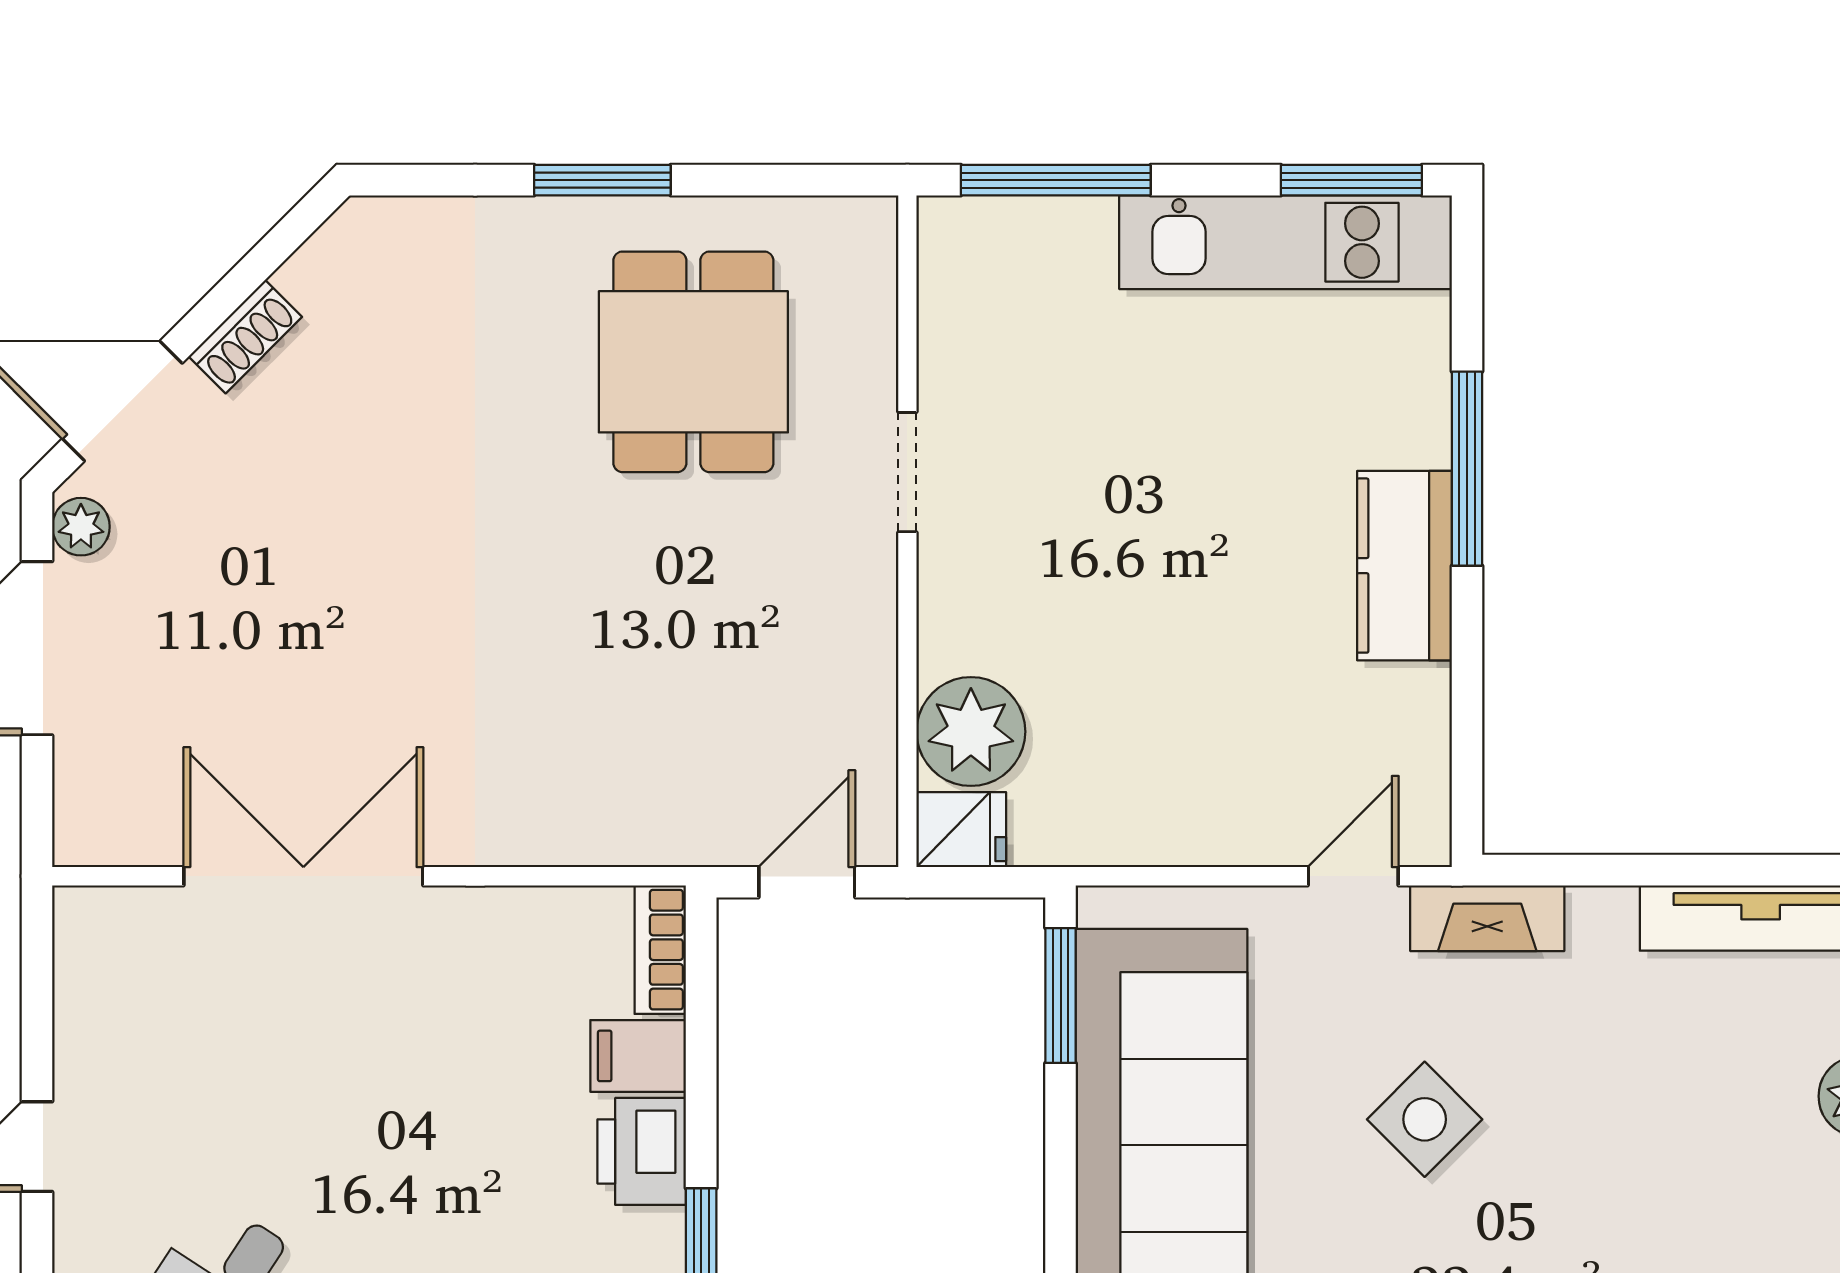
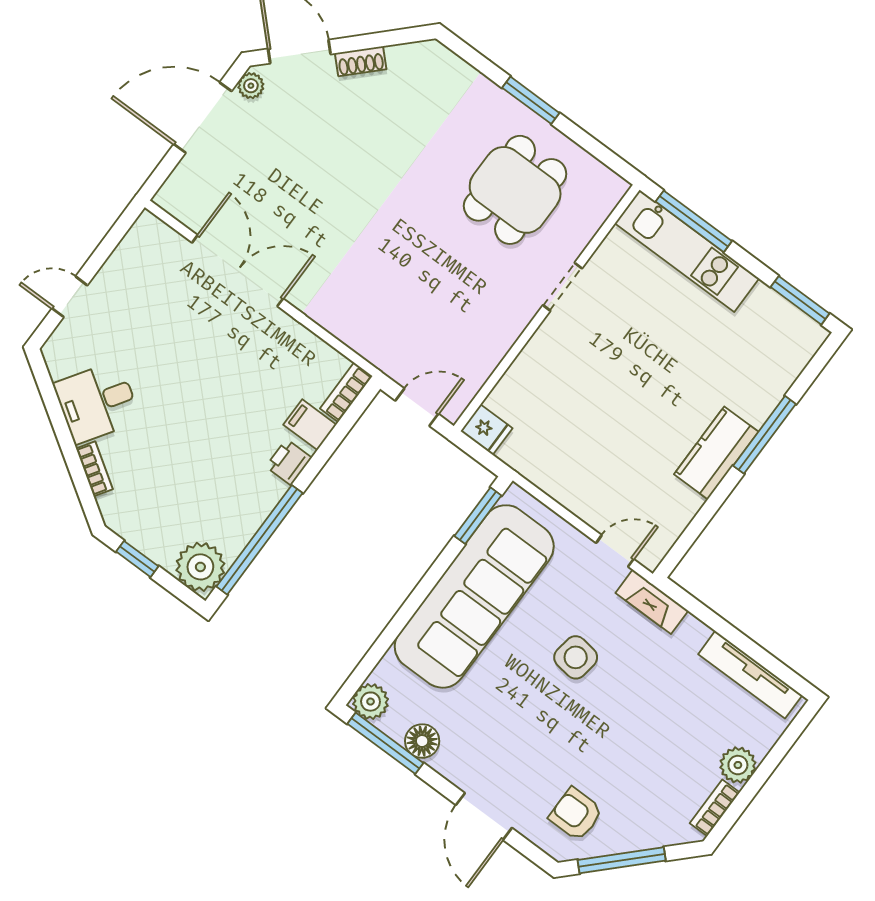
kitchen unit: (1285, 242) -> (687, 251), moved
plant: (971, 732) -> (516, 397), removed
side table: (1425, 1119) -> (576, 657), turned -37
printer: (642, 1151) -> (289, 462), width x0.73, depth x0.81

